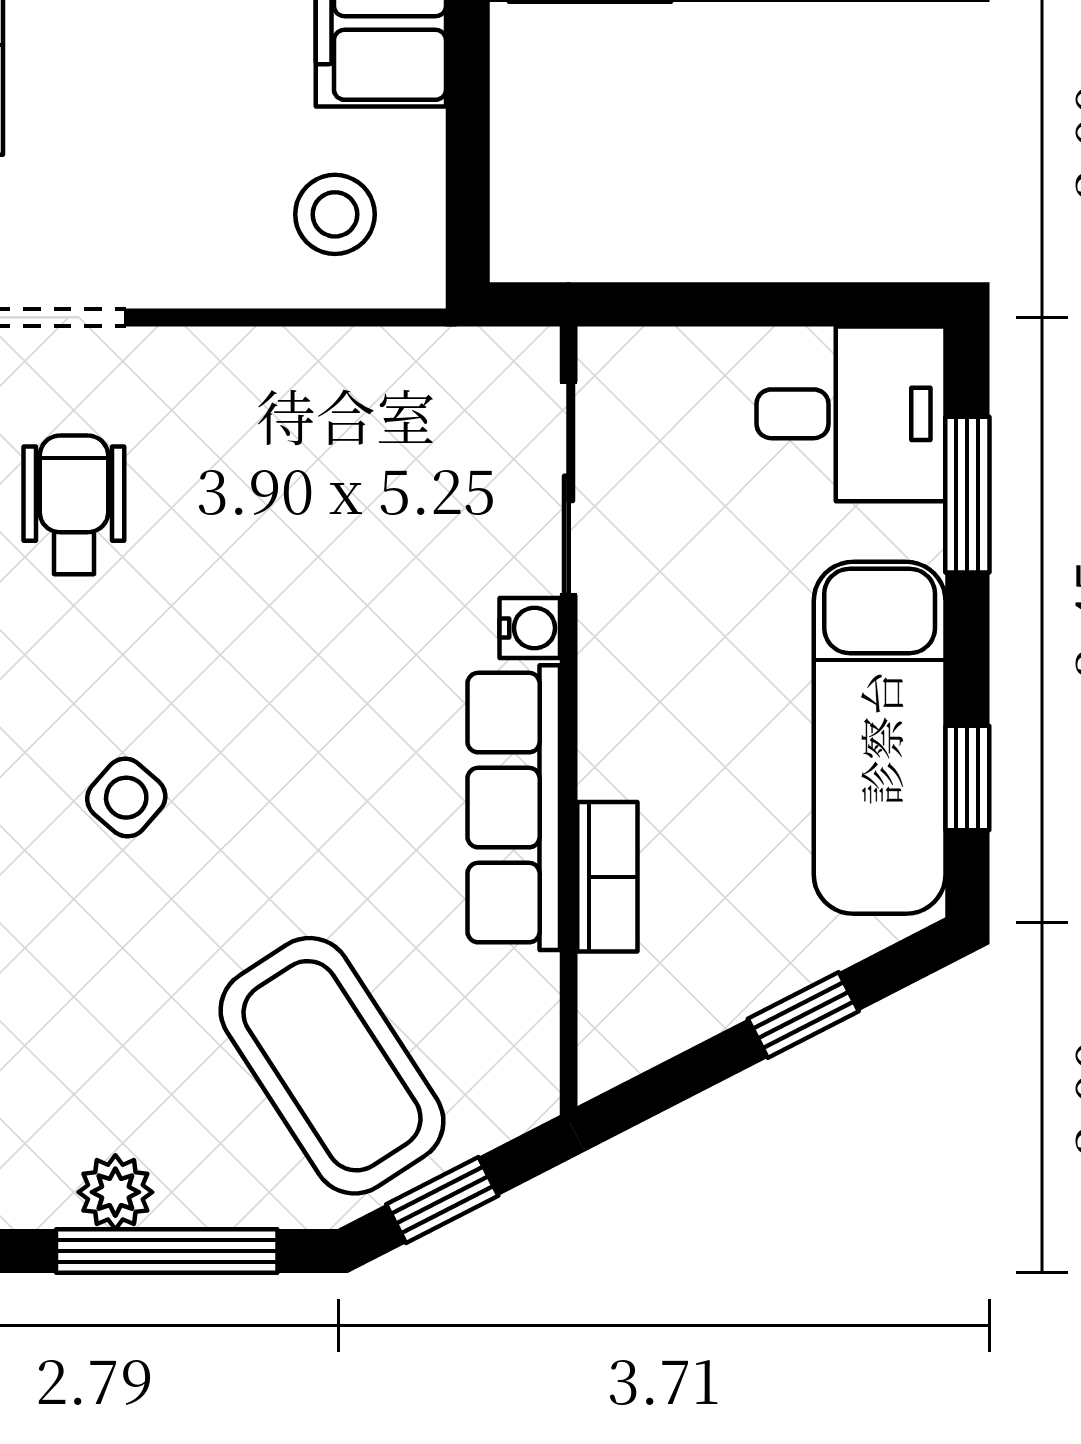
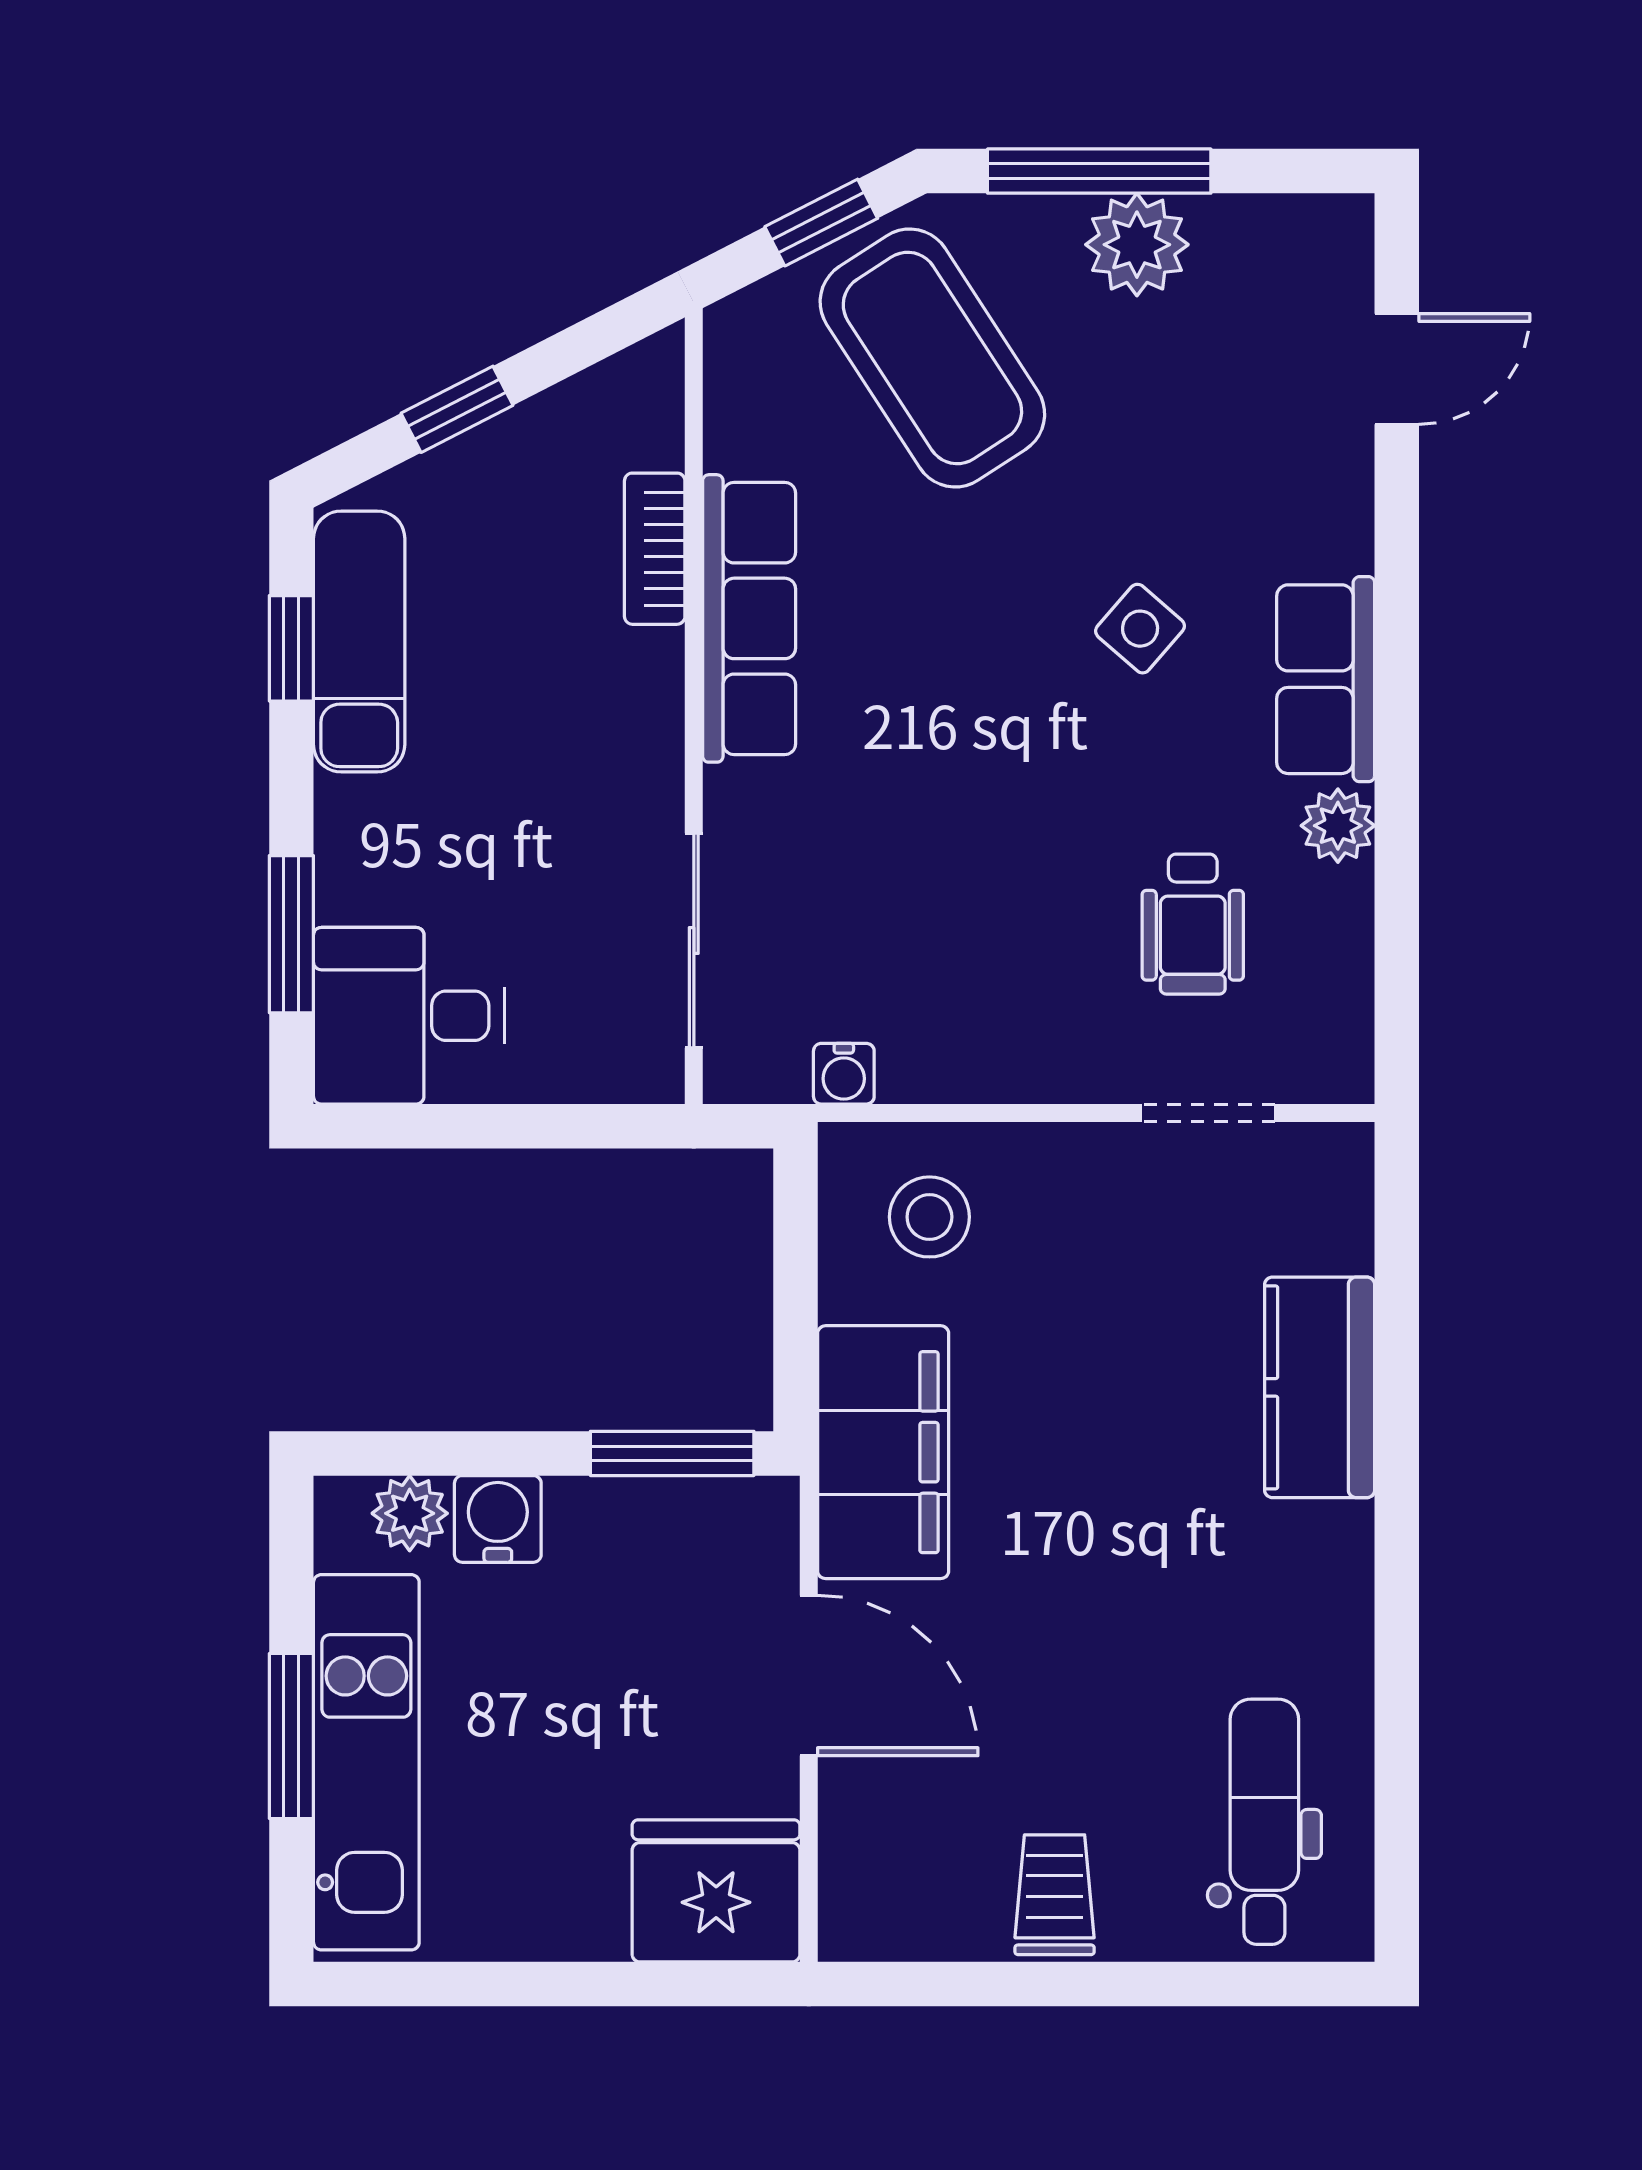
water cooler: (530, 628) -> (844, 1074), moved, turned -90
exam couch: (880, 738) -> (359, 642), width x0.73, depth x0.69
plant: (115, 1192) -> (1137, 245), width x1.38, depth x1.38

